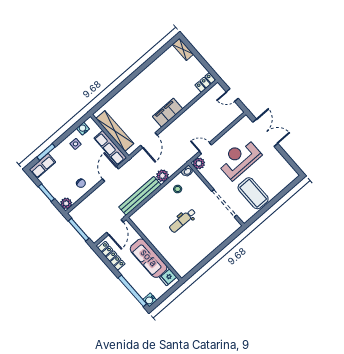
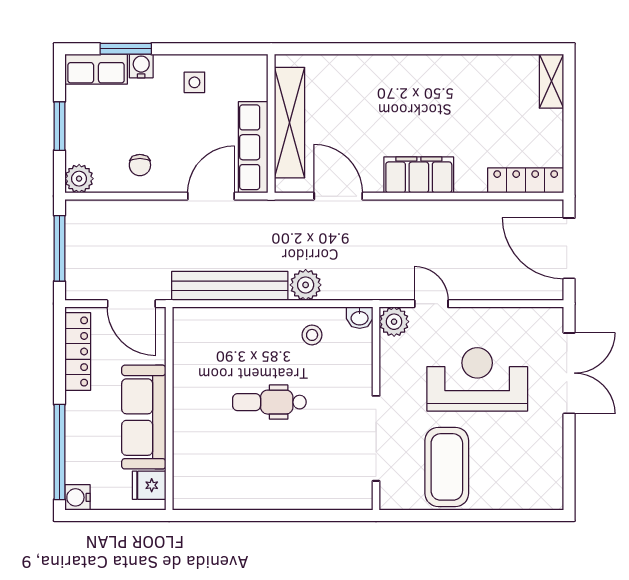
locker: (205, 83) -> (526, 180), width x1.53
door: (232, 95) -> (569, 248), width x1.88
water cooler: (83, 129) -> (141, 66), moved
door: (149, 140) -> (338, 196), swing flipped
door: (115, 227) -> (131, 304), hinge flipped

